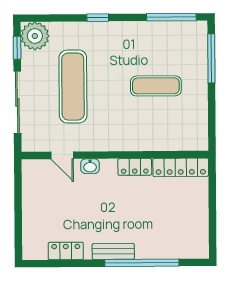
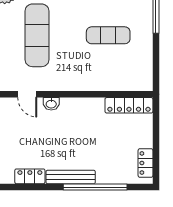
locker: (135, 167) -> (146, 163), moved, turned 90
bench: (113, 251) -> (71, 177), width x1.36

